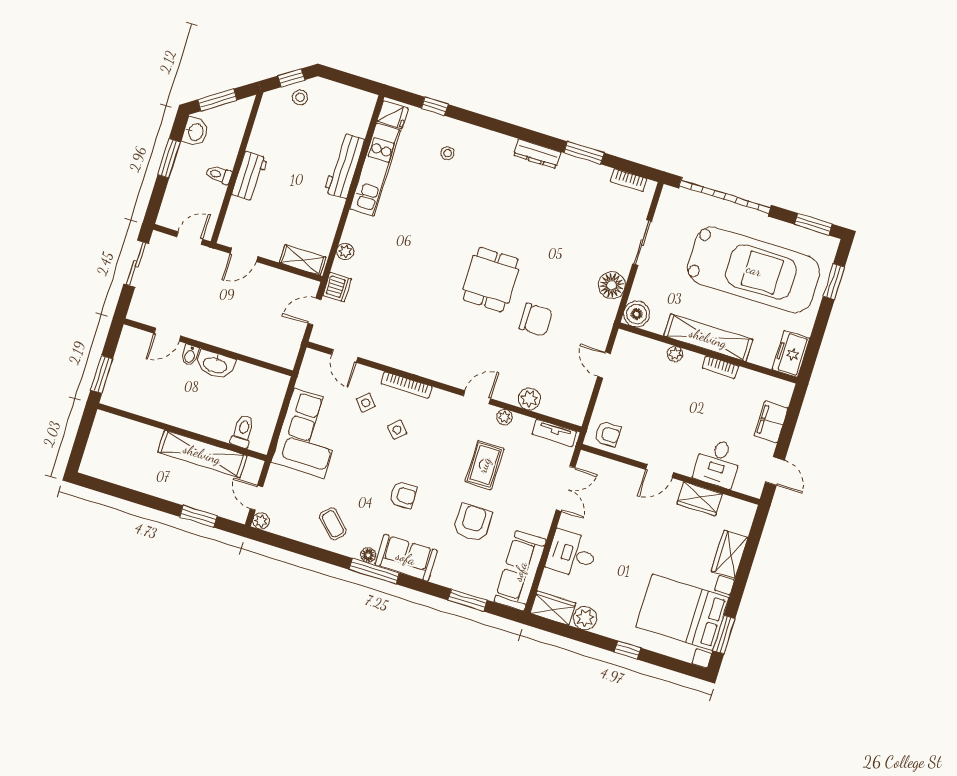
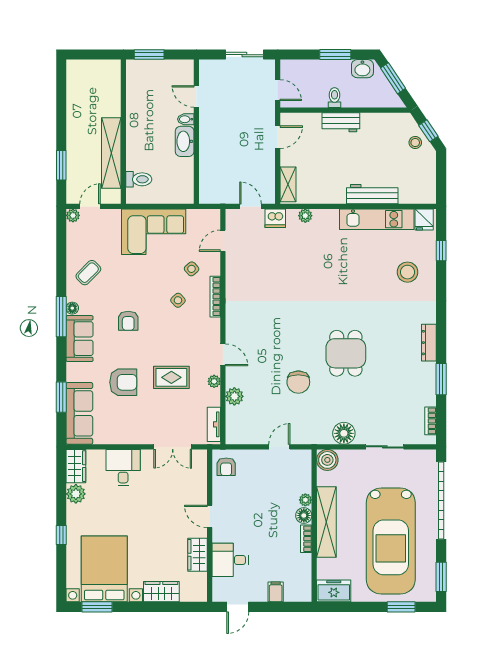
stool: (448, 153) -> (407, 272), width x1.89, depth x1.89
door: (244, 255) -> (278, 137), swing flipped
dining table: (491, 279) -> (346, 353), moved, turned 90
floor lamp: (693, 361) -> (304, 515), added
filing cabinet: (771, 422) -> (276, 592), width x0.50
sofa: (520, 571) -> (79, 413), moved, turned 90

